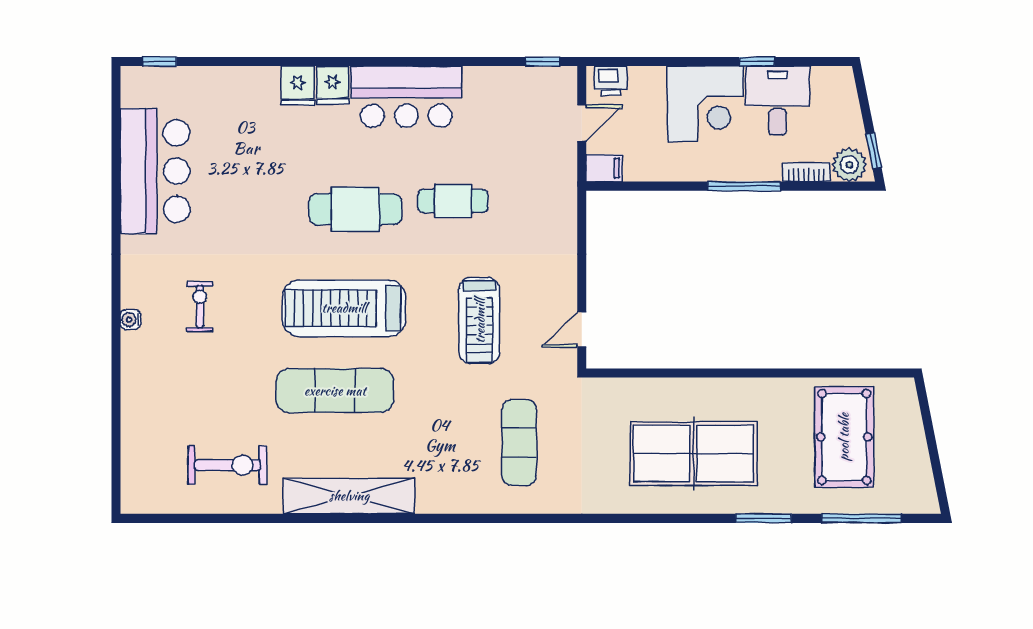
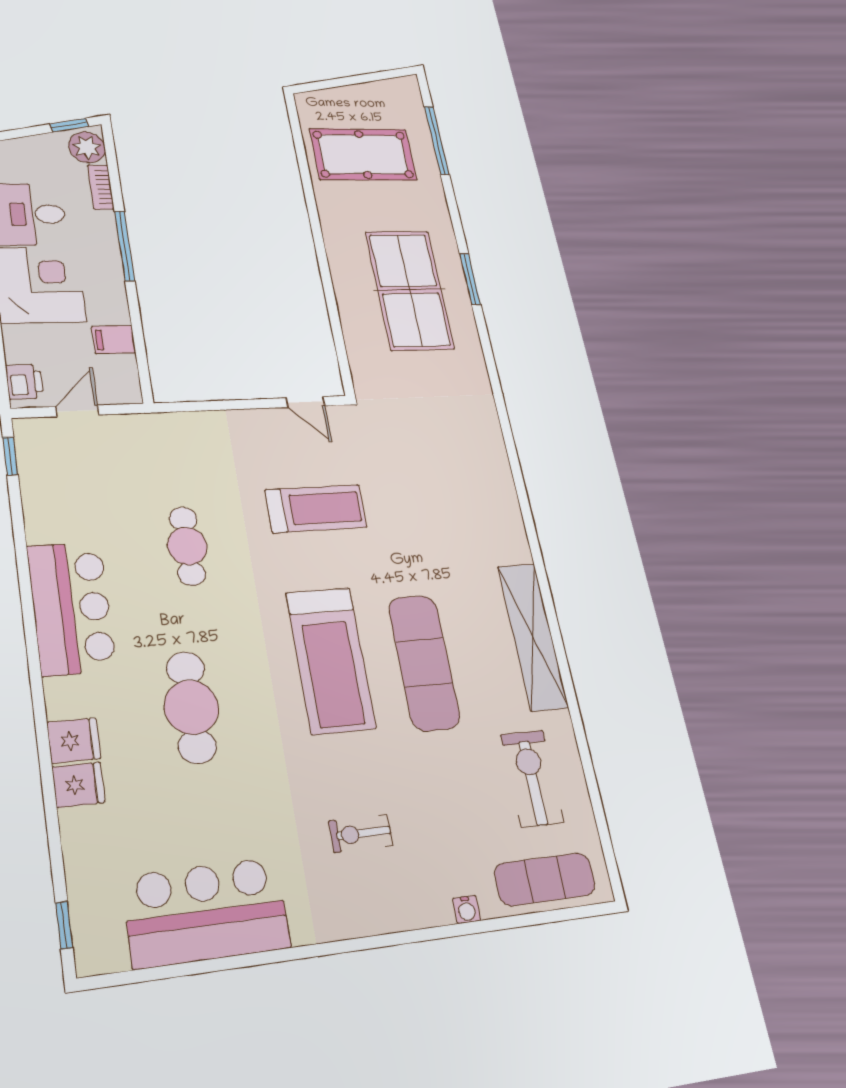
fridge: (333, 85) -> (78, 785), moved
door: (582, 123) -> (77, 411), hinge flipped
filing cabinet: (604, 168) -> (114, 340), moved, turned -90
cafe table: (355, 209) -> (191, 707), moved
water cooler: (130, 320) -> (467, 909), moved
exercise mat: (519, 442) -> (545, 879), moved
window: (764, 518) -> (470, 279), moved

